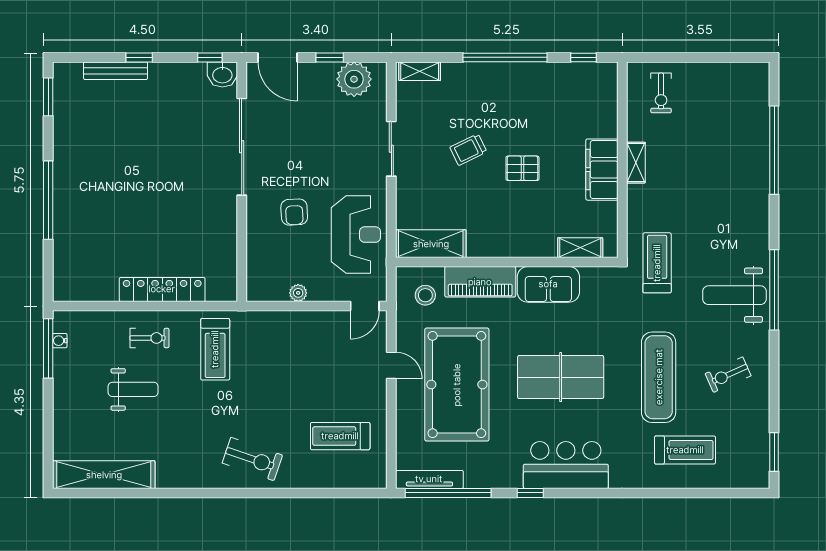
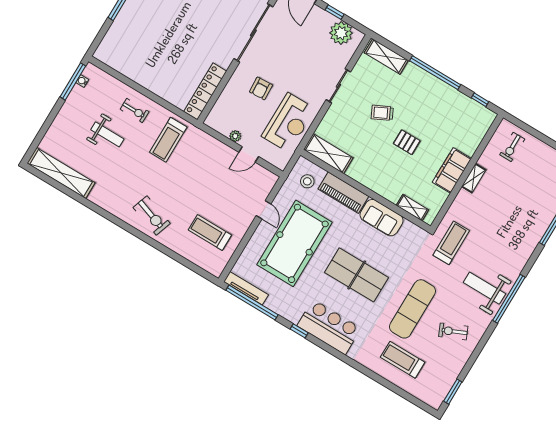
shelving: (420, 71) -> (386, 56), width x1.50, depth x1.33
locker: (162, 289) -> (205, 91), moved, turned -90
door: (365, 306) -> (249, 154), moved
treadmill: (685, 450) -> (403, 360), turned 180

